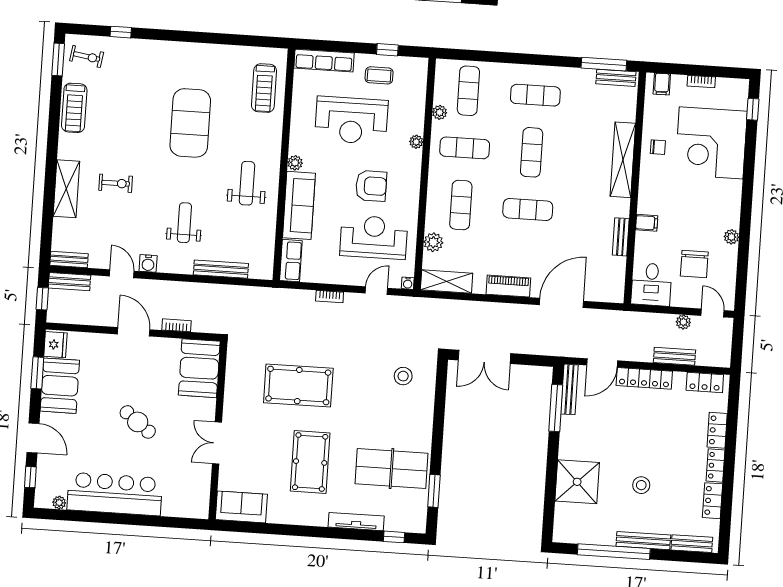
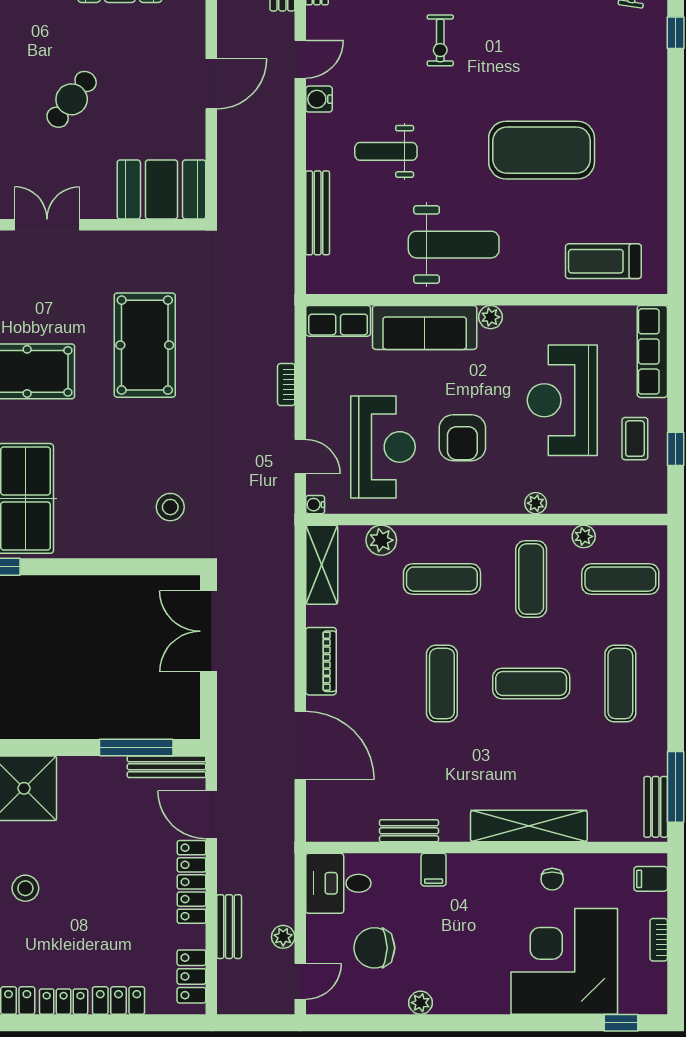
weight bench: (247, 183) -> (454, 245), width x1.36, depth x1.33
weight bench: (184, 223) -> (386, 151), turned 180
bookcase: (176, 325) -> (226, 150), removed

